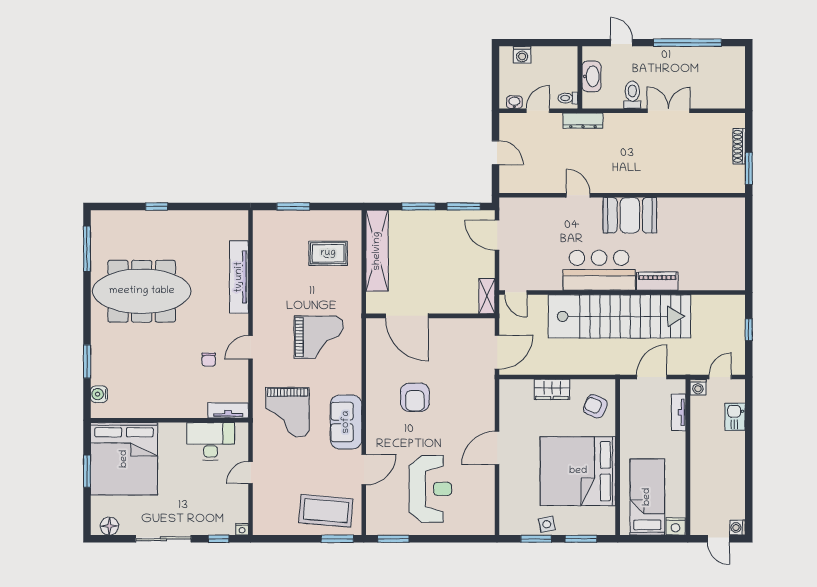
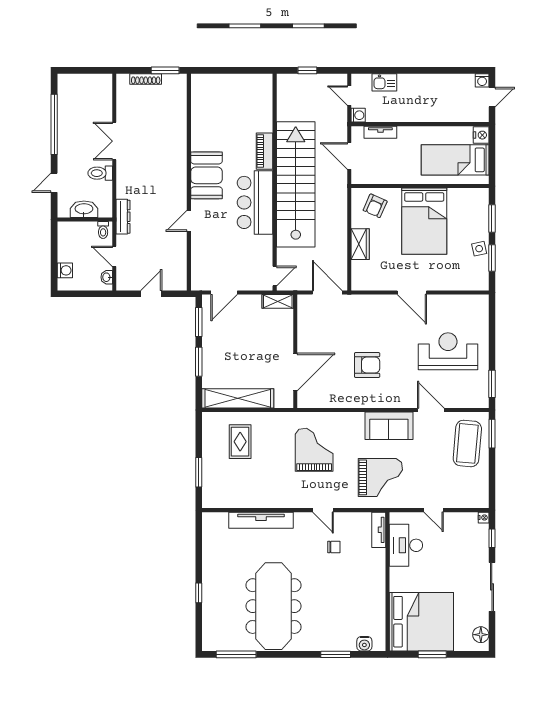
bed: (578, 471) -> (424, 221), width x0.73

